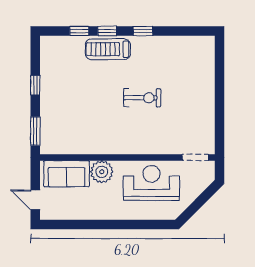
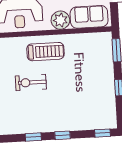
window: (79, 31) -> (103, 133), moved
treadmill: (108, 49) -> (45, 52), moved

